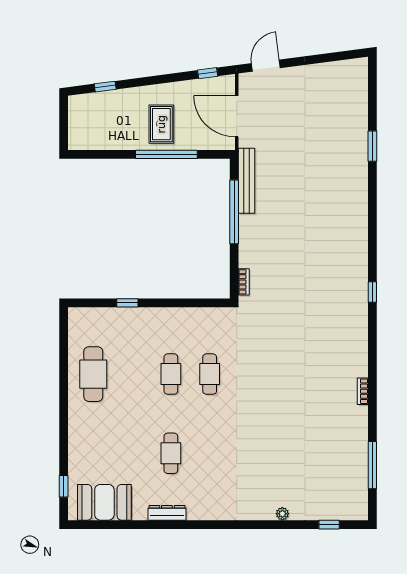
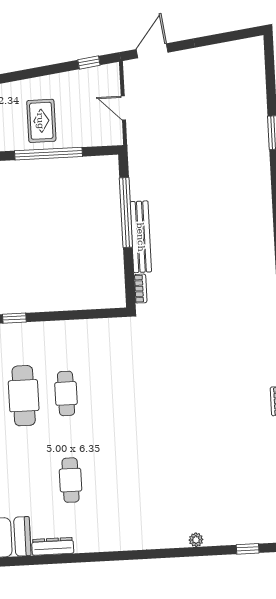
door: (237, 116) -> (123, 108), width x0.53
bench: (247, 181) -> (141, 237), moved
cafe table: (210, 374) -> (24, 396), moved, width x1.37, depth x1.35
dresser: (167, 513) -> (53, 546), moved

